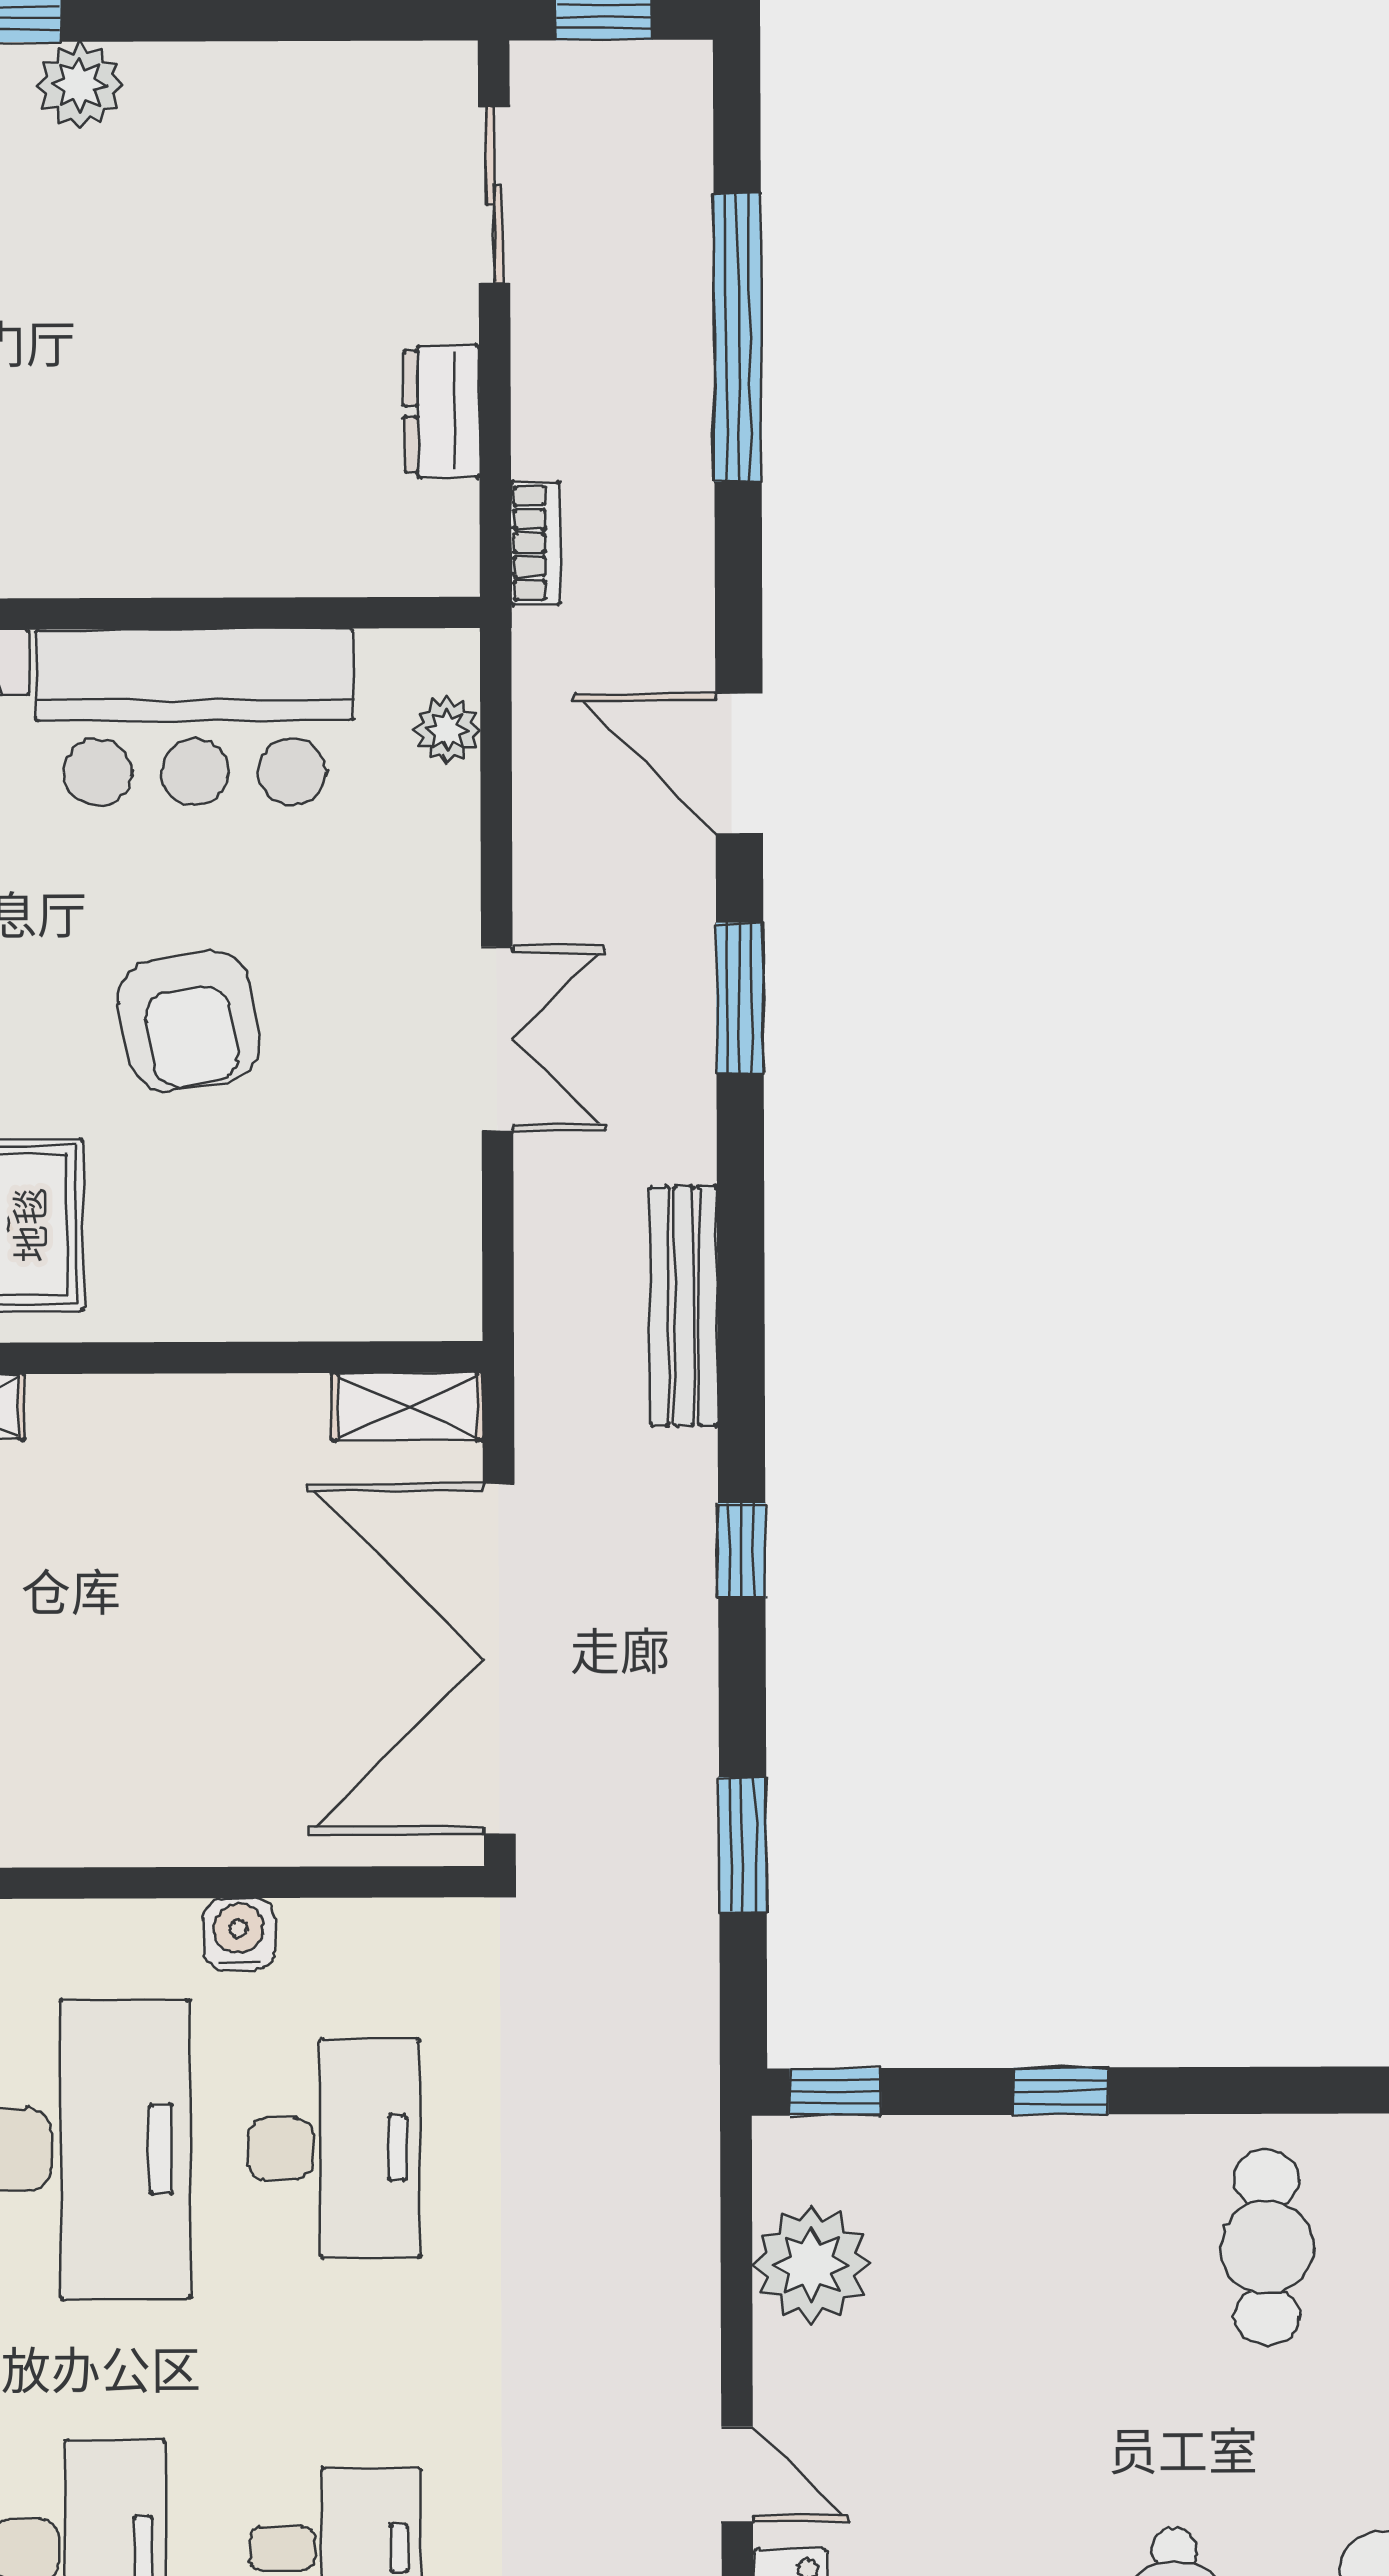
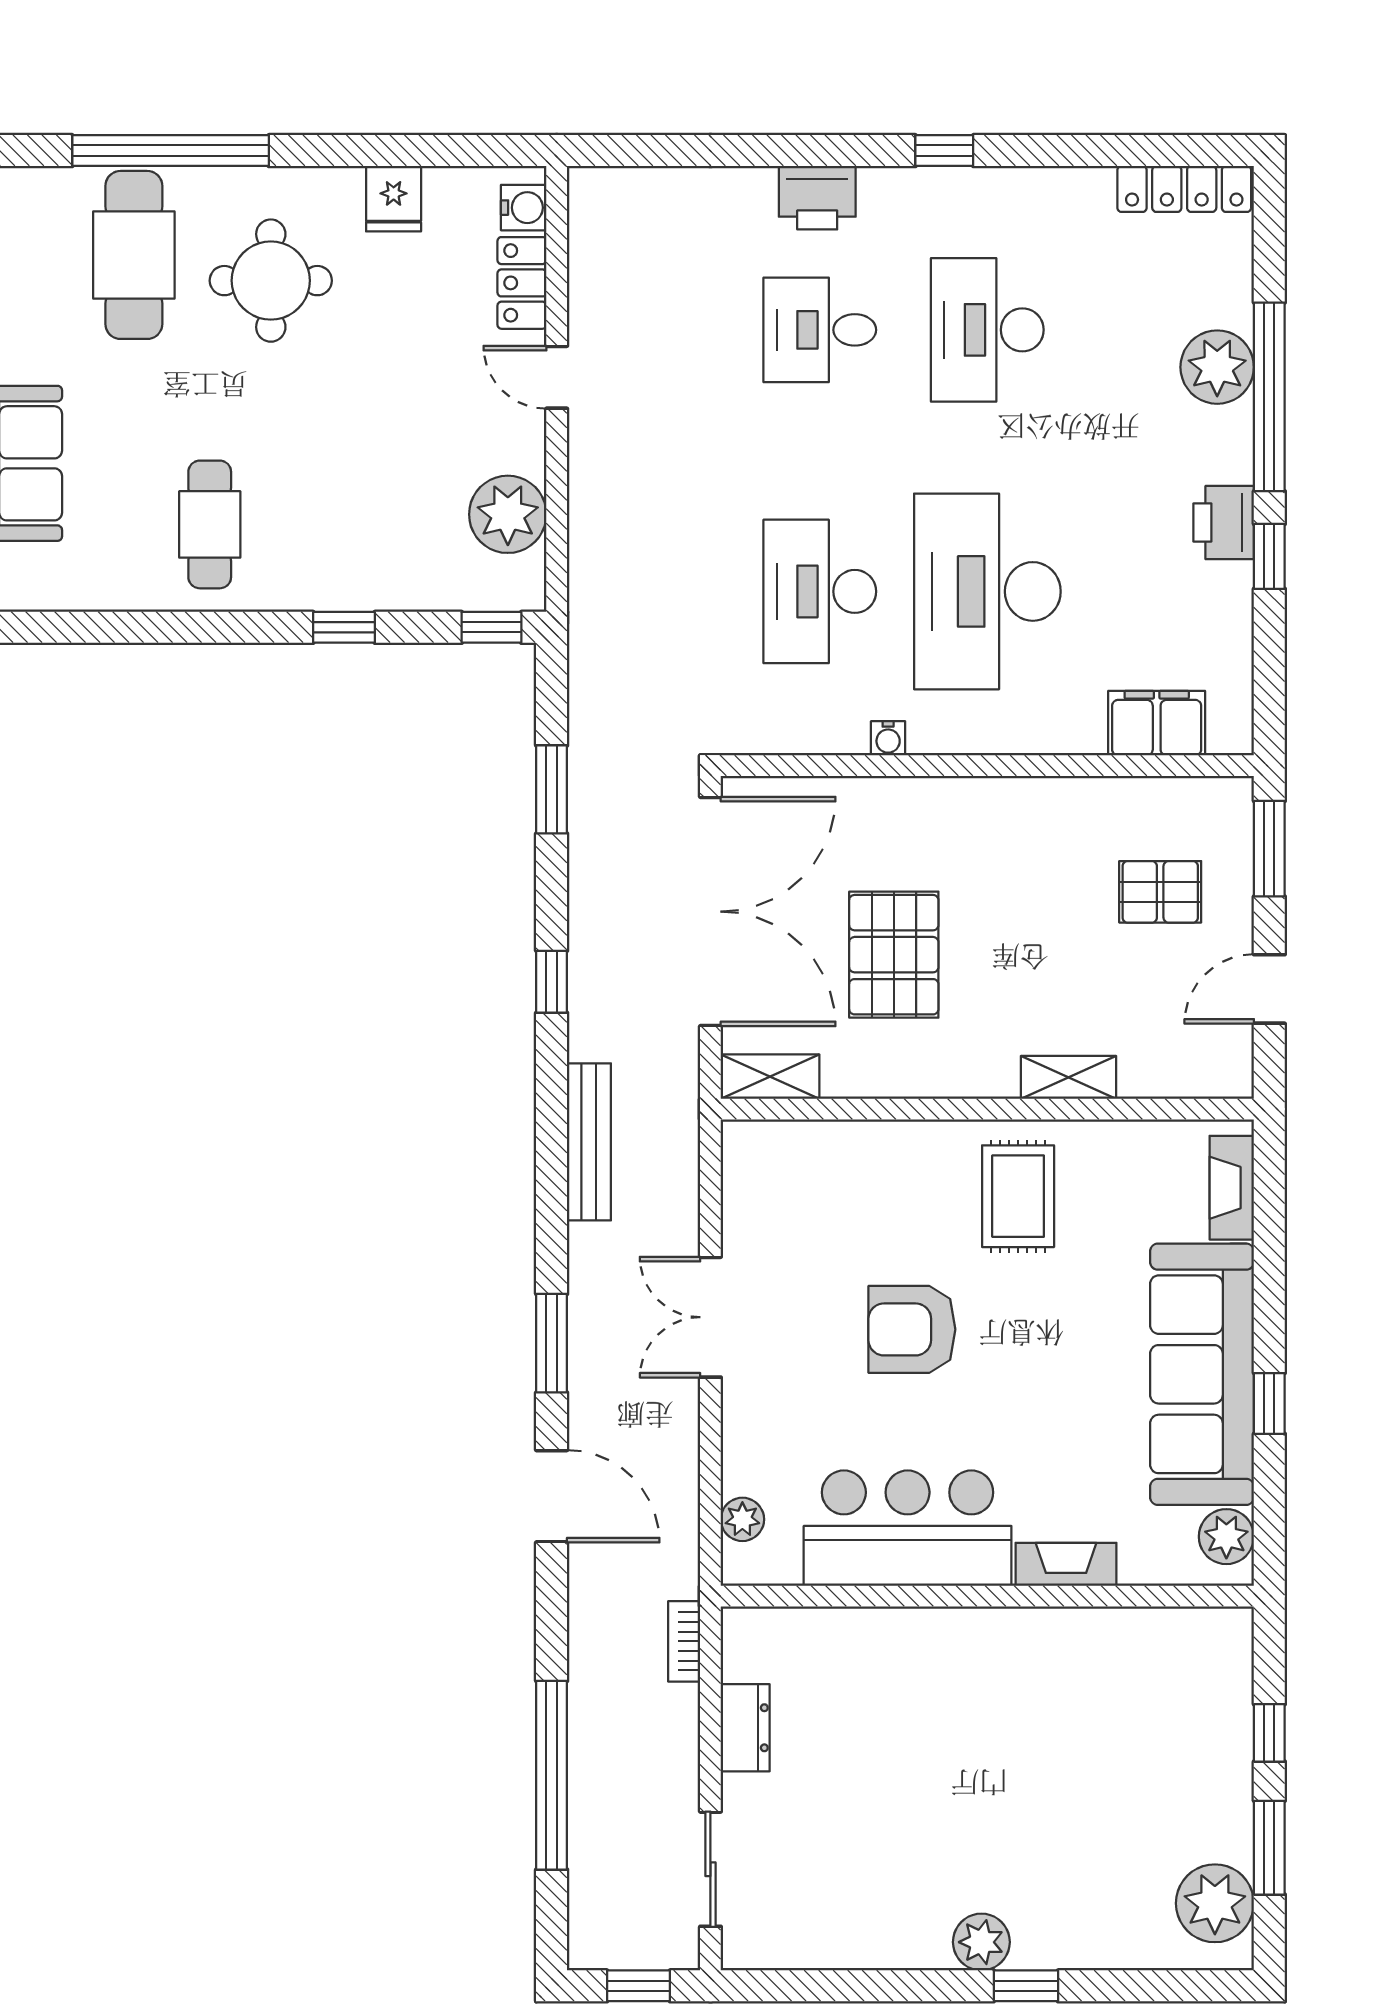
armchair: (189, 1021) -> (912, 1329), turned -80
pallet: (219, 1594) -> (894, 955), added
water cooler: (239, 1934) -> (888, 738), width x0.72, depth x0.72

